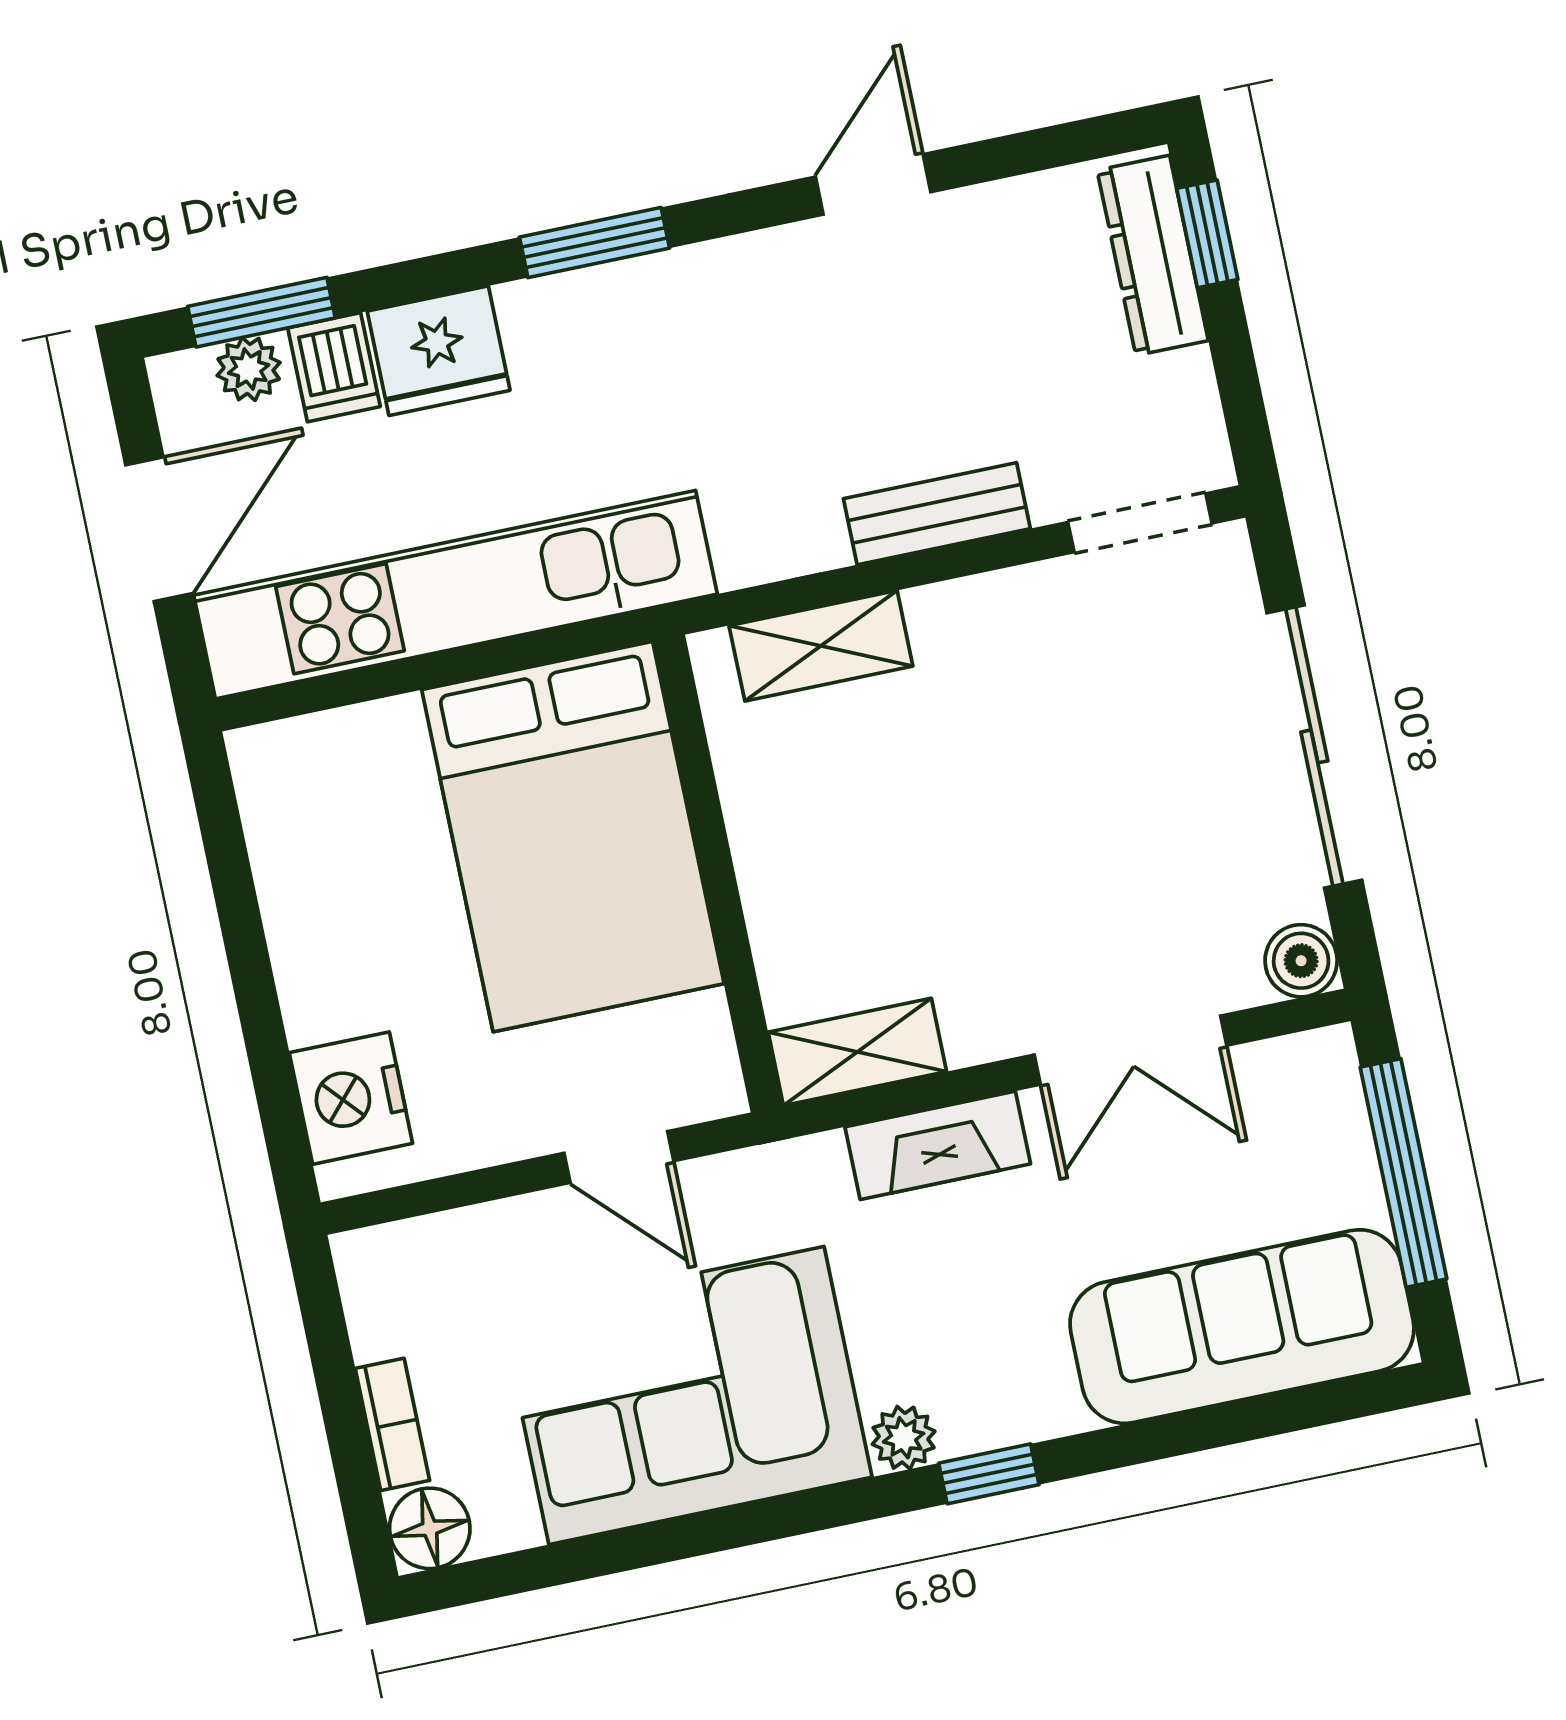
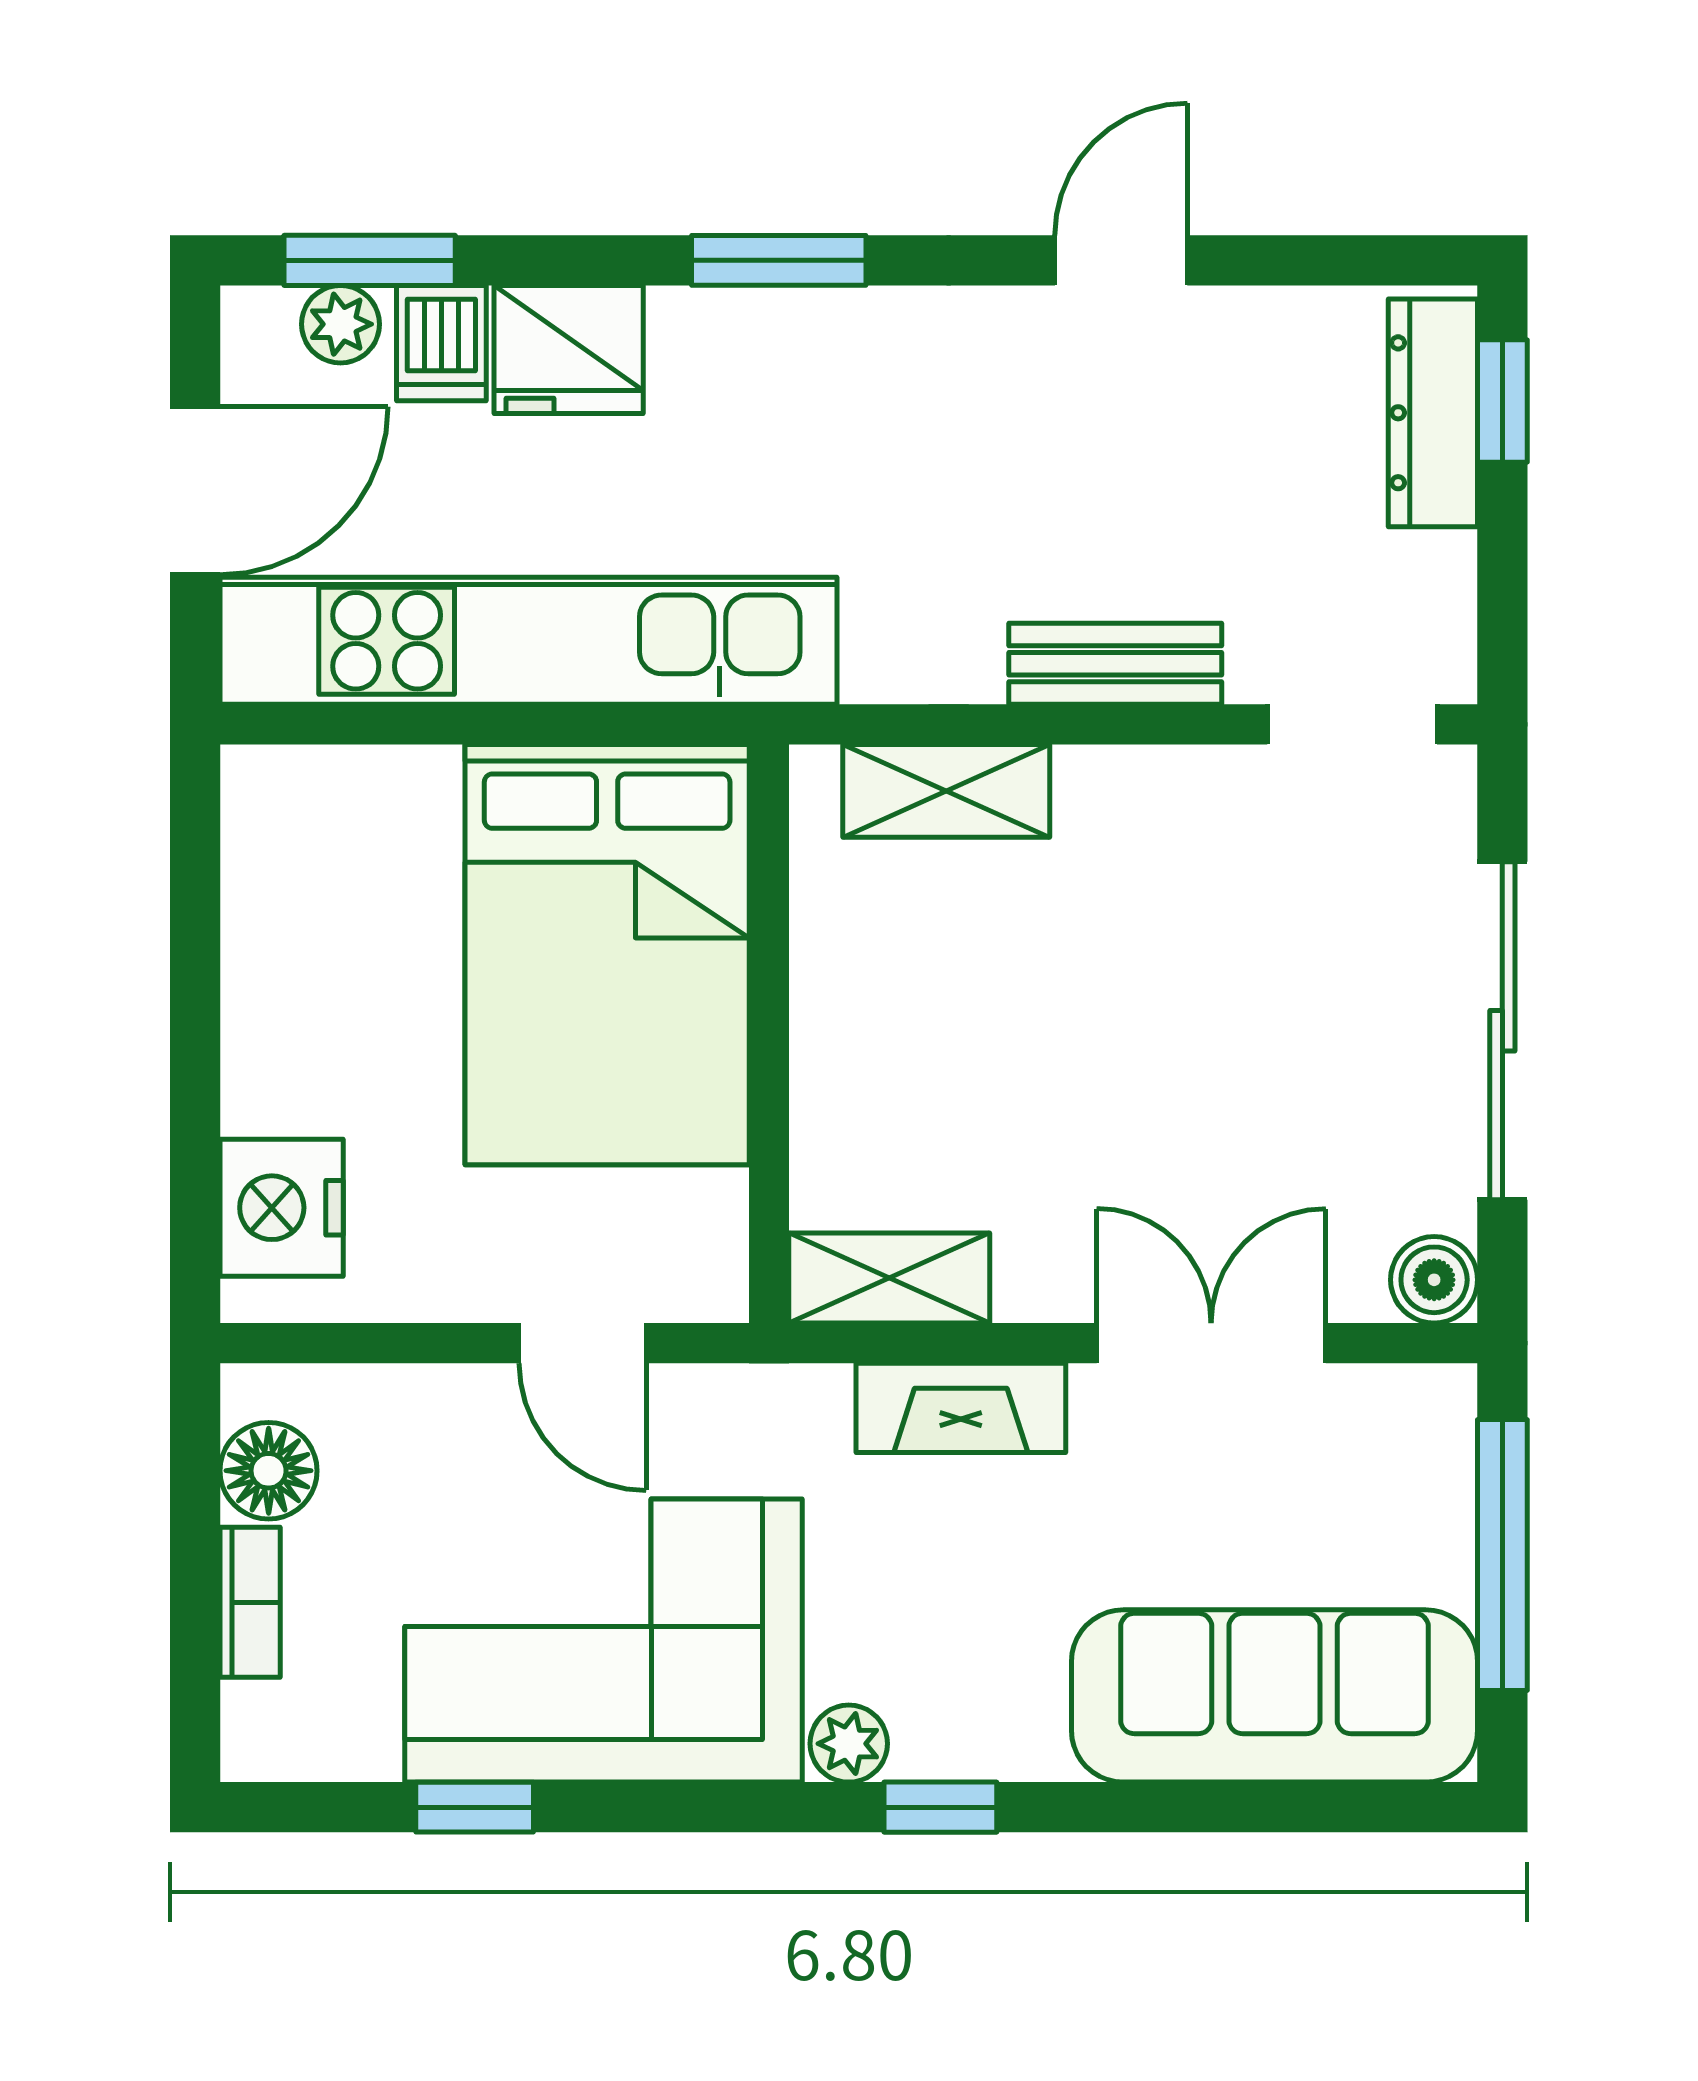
double door: (1130, 1050) -> (1211, 1343), swing flipped
floor lamp: (430, 1528) -> (269, 1471), moved
window: (610, 1553) -> (475, 1807), added

